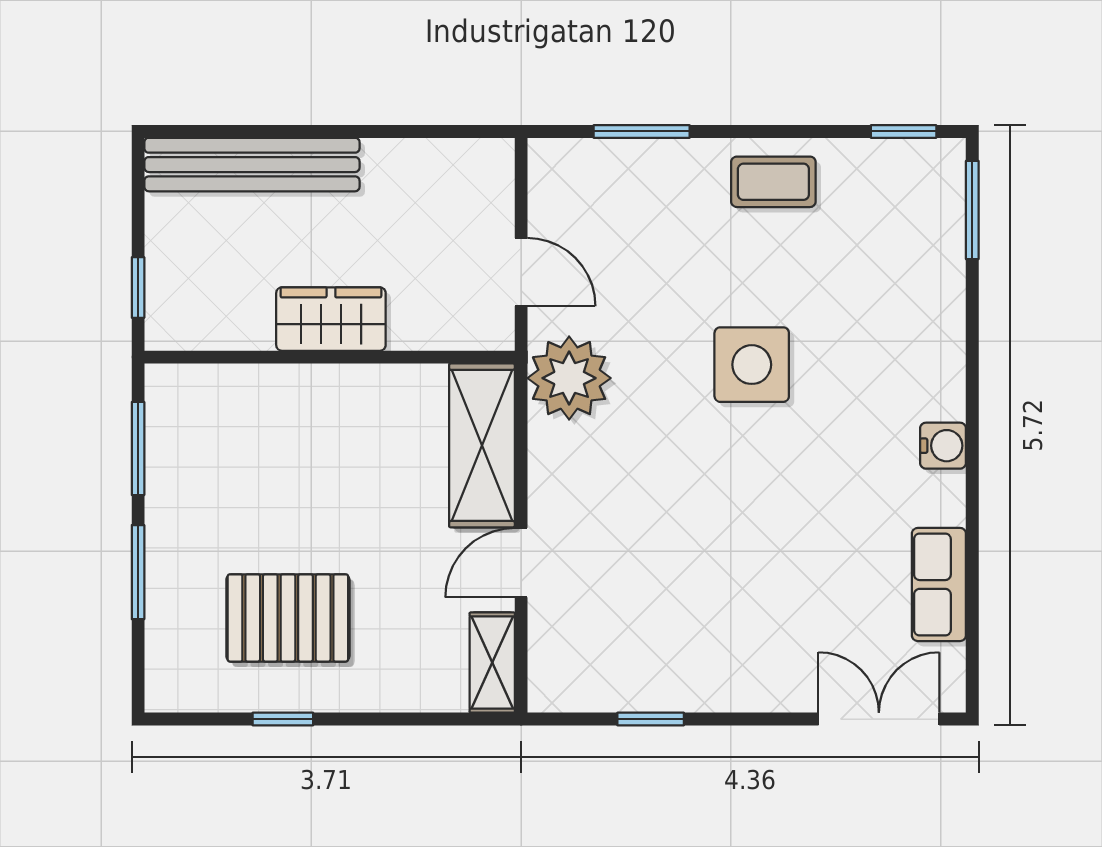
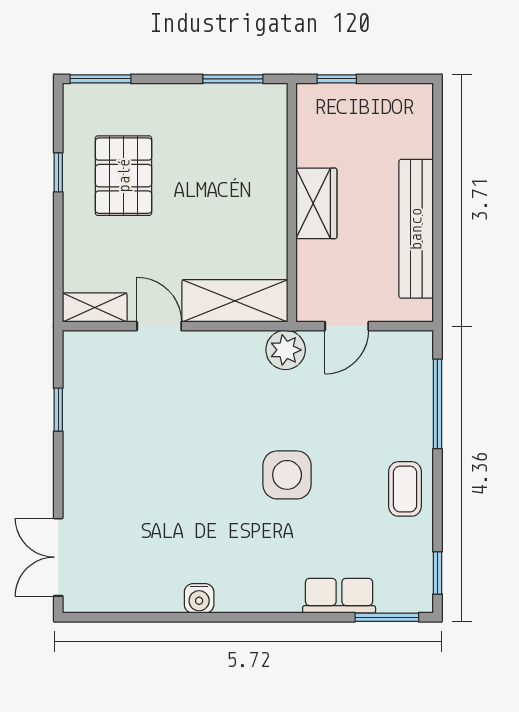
window: (642, 131) -> (437, 404), width x1.44
bench: (252, 165) -> (416, 229), moved
plant: (569, 378) -> (286, 350), width x0.73, depth x0.73
water cooler: (943, 446) -> (199, 598), moved
window: (138, 572) -> (100, 79), moved
row of seats: (939, 584) -> (339, 596), moved
double door: (879, 719) -> (58, 557), swing flipped

